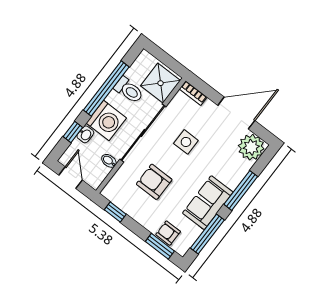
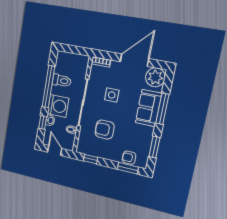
shower: (160, 83) -> (78, 66), removed
sofa: (208, 203) -> (148, 108), moved
window: (207, 234) -> (154, 147), width x0.69

